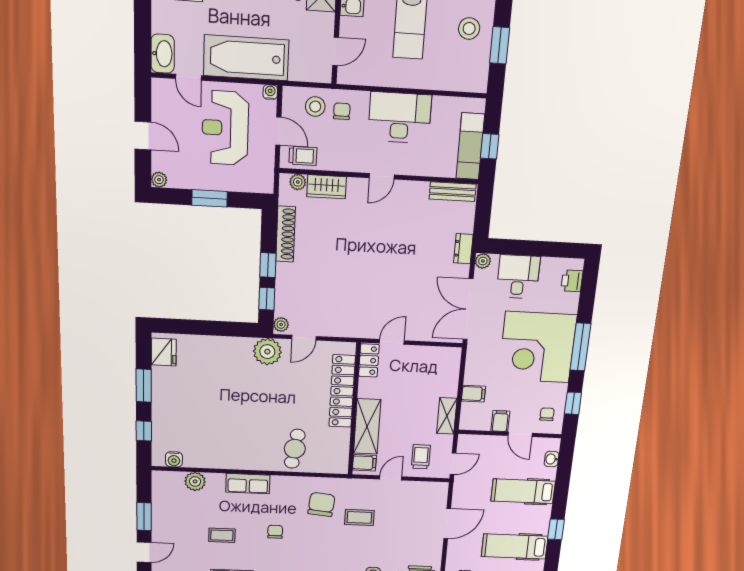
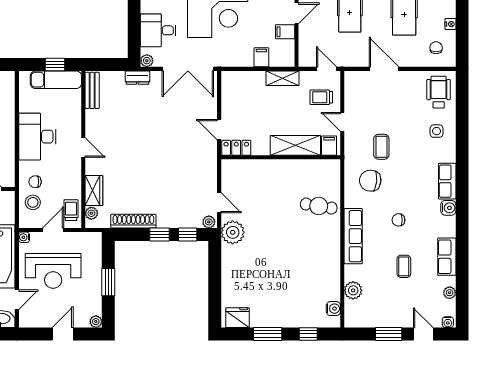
locker: (342, 391) -> (265, 169), removed
row of seats: (248, 484) -> (353, 236), width x1.48

